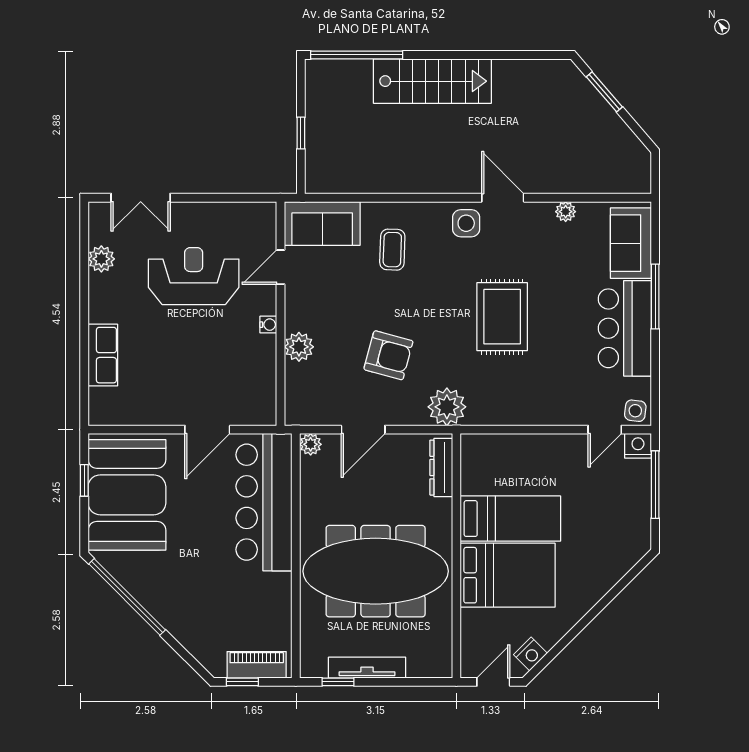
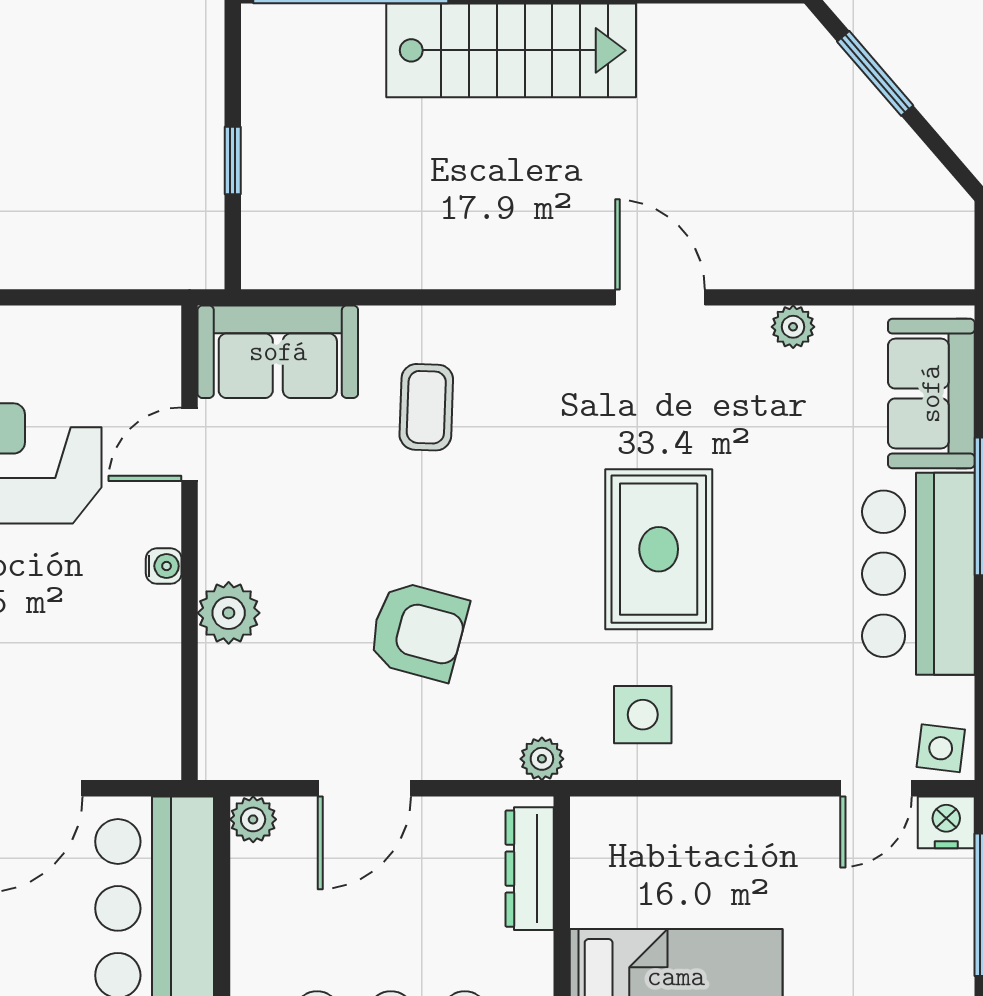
side table: (466, 223) -> (643, 715), moved
plant: (447, 407) -> (542, 759), width x0.53, depth x0.53

